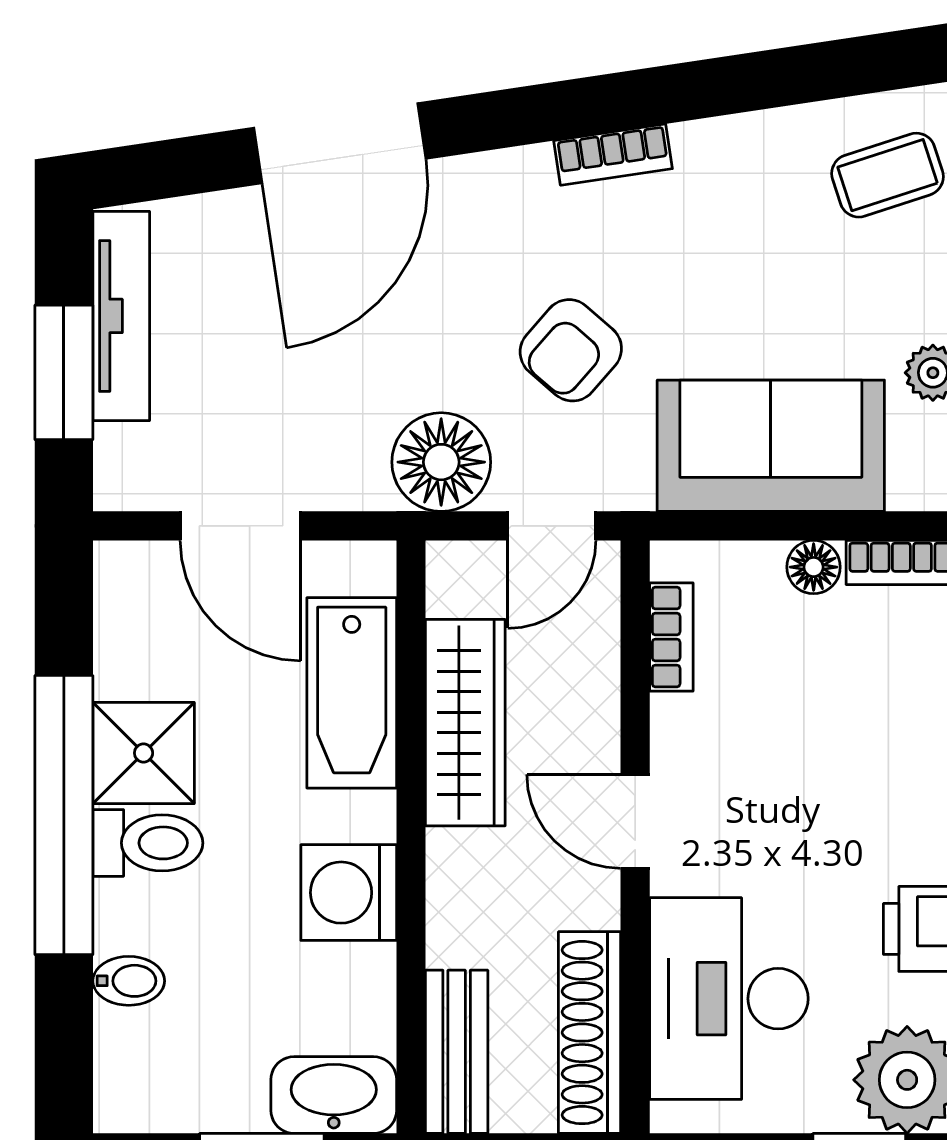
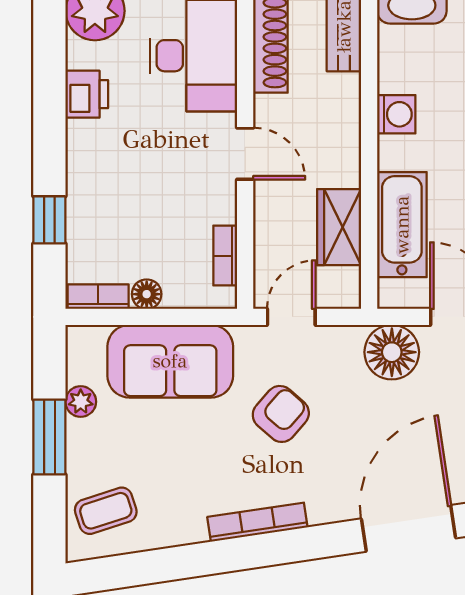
bookcase: (613, 155) -> (257, 522), width x1.56
floor lamp: (441, 462) -> (392, 352), moved
wardrobe: (465, 723) -> (339, 227), width x0.67
washing machine: (349, 893) -> (396, 114), width x0.73, depth x0.73

